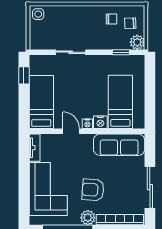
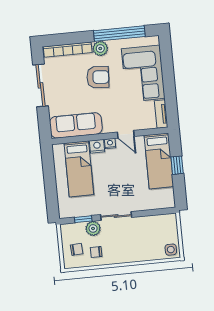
plant: (137, 42) -> (93, 228), moved
sliding door: (71, 52) -> (116, 216), moved
window: (24, 75) -> (177, 165), moved

